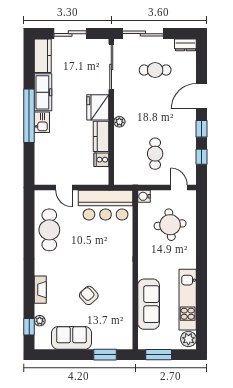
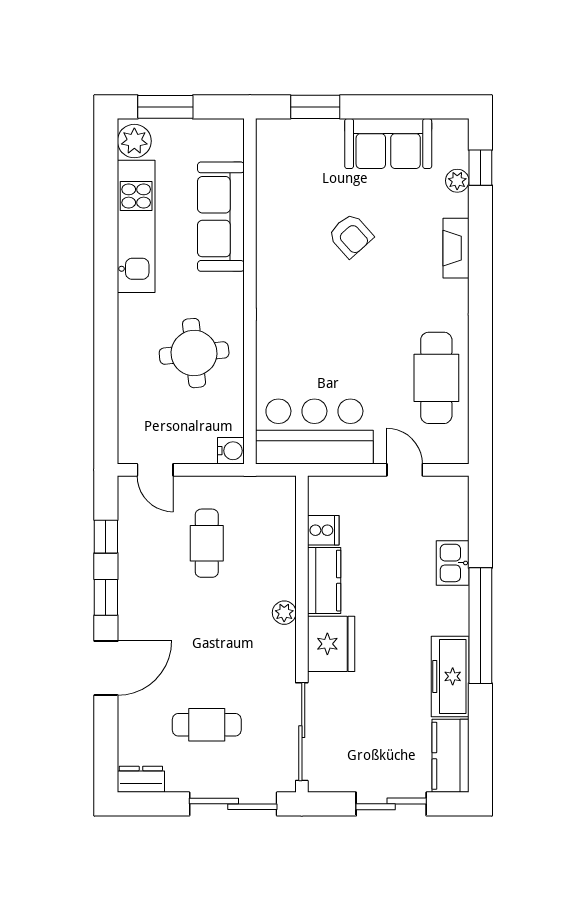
kitchen sink: (42, 122) -> (453, 563), moved
round table: (170, 225) -> (194, 353), moved
window: (159, 355) -> (165, 107), moved

